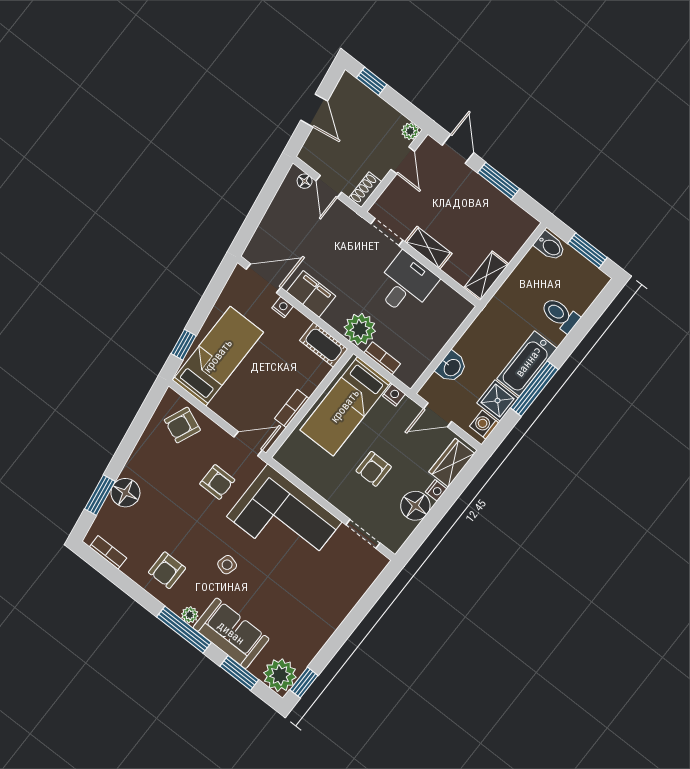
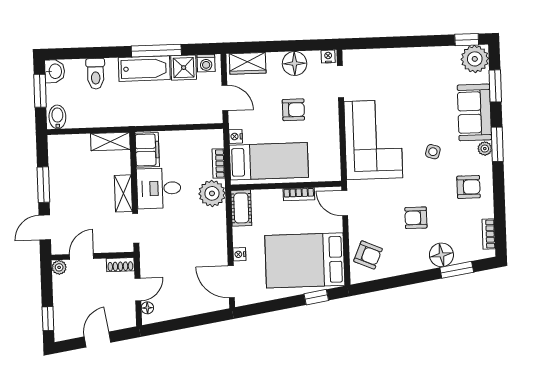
filing cabinet: (311, 294) -> (147, 150), moved, turned 180
bed: (218, 356) -> (305, 260), width x1.50
washbasin: (452, 367) -> (55, 71), moved, turned 90
armchair: (217, 482) -> (416, 218), moved, turned -90
nightstand: (436, 490) -> (328, 57), moved
window: (184, 630) -> (497, 144), width x0.69

